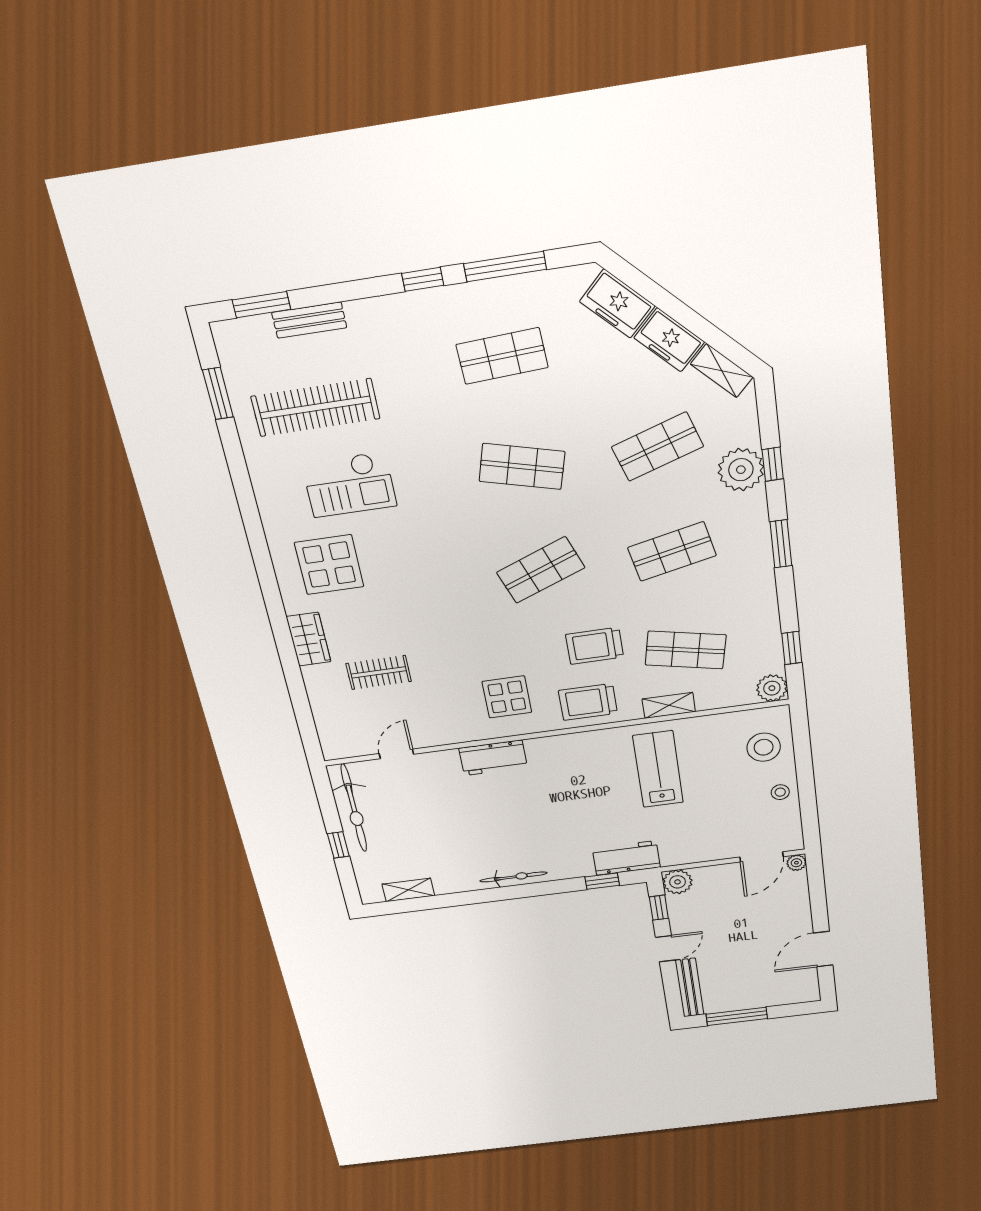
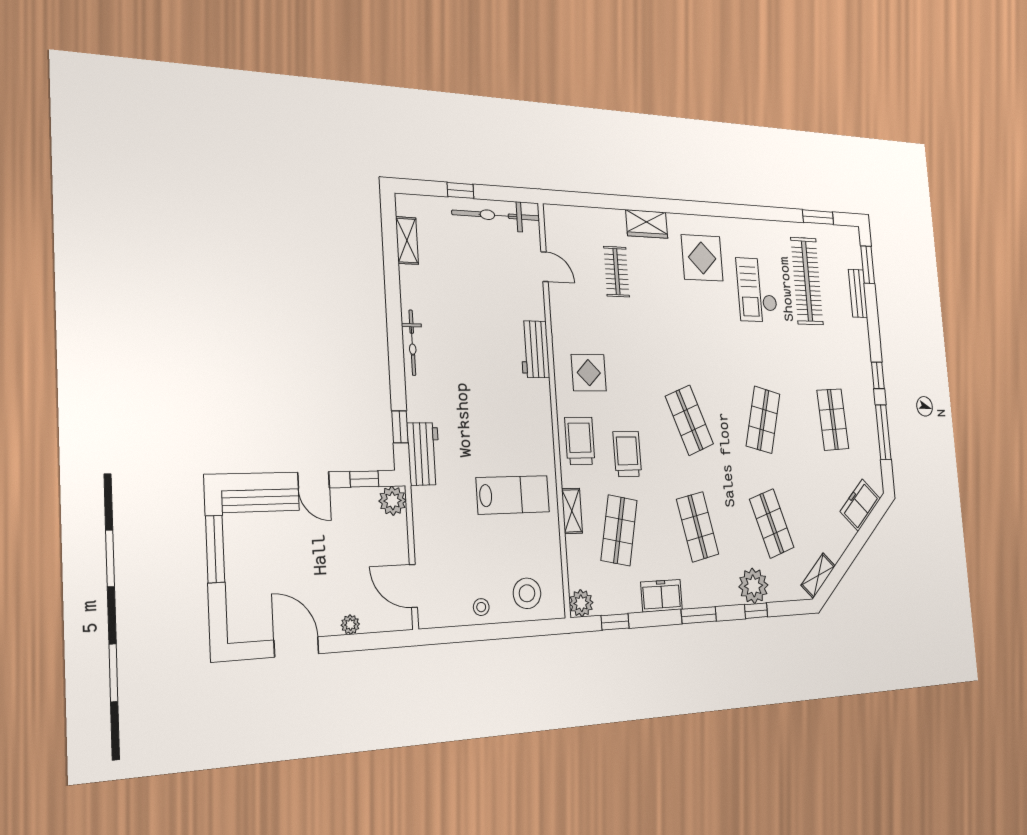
freezer: (669, 340) -> (662, 596), moved, turned 45
plant: (796, 863) -> (350, 625), moved

